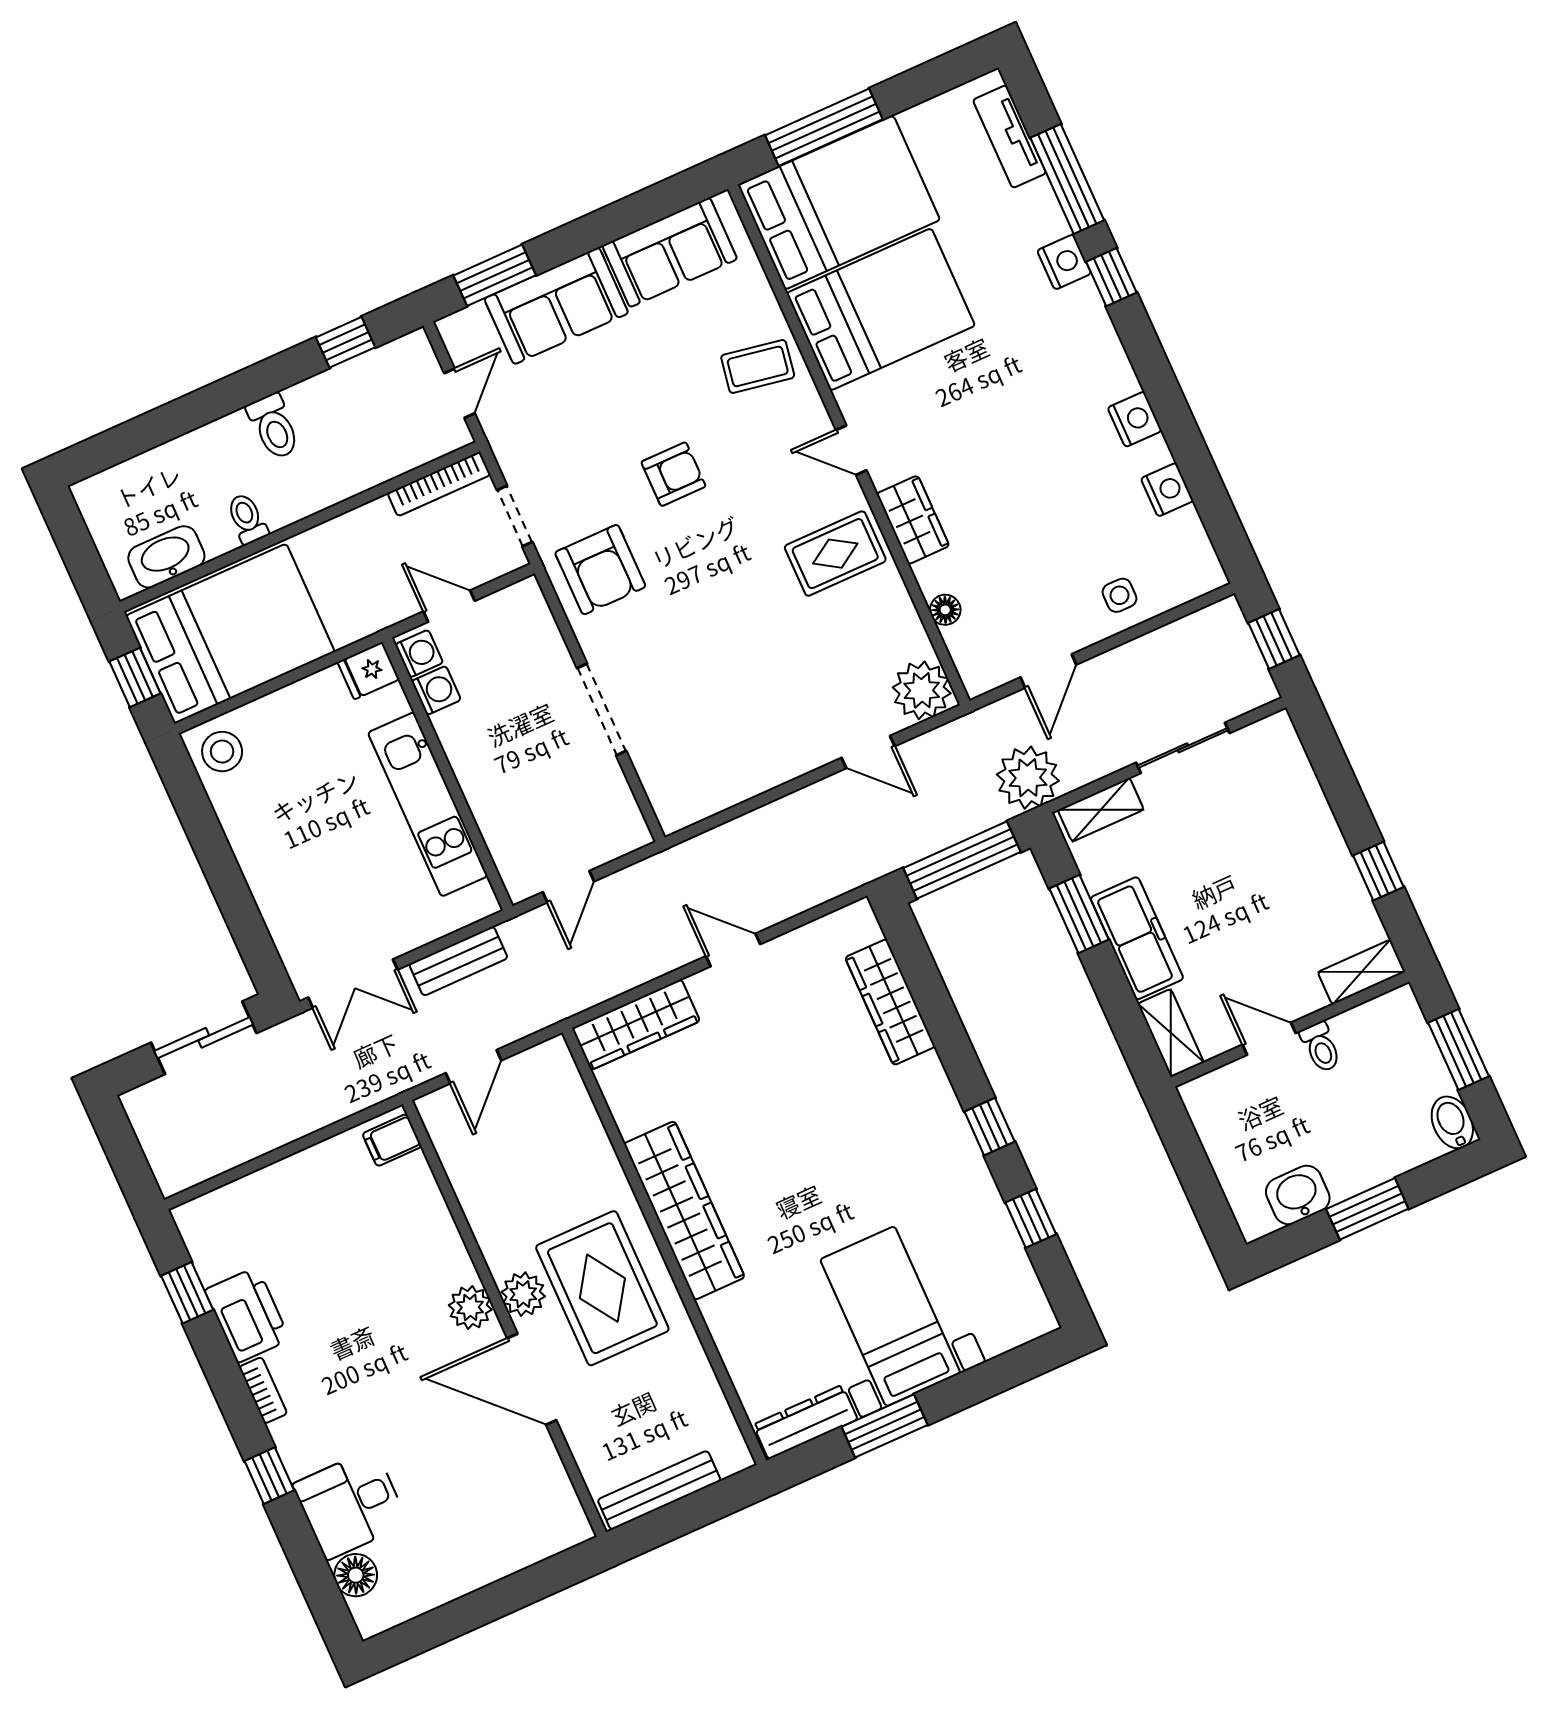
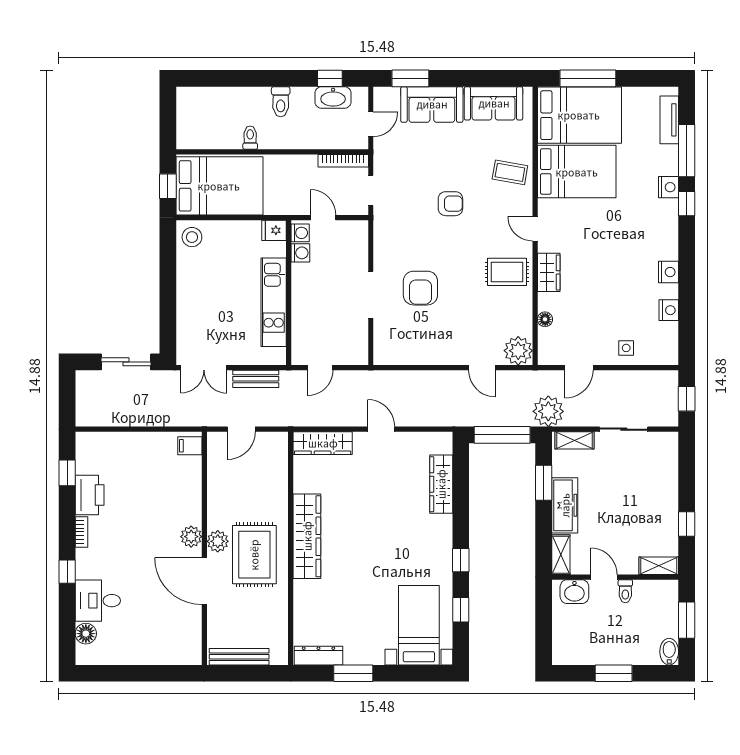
washbasin: (166, 557) -> (333, 97), moved, turned 180
armchair: (600, 570) -> (420, 288), moved
washbasin: (1298, 1195) -> (574, 592), moved, turned 180
bed with nightstands: (890, 1316) -> (419, 625), moved

